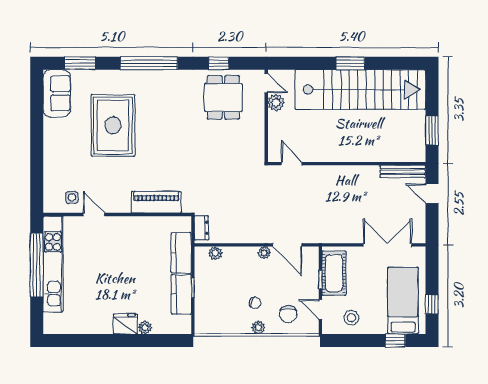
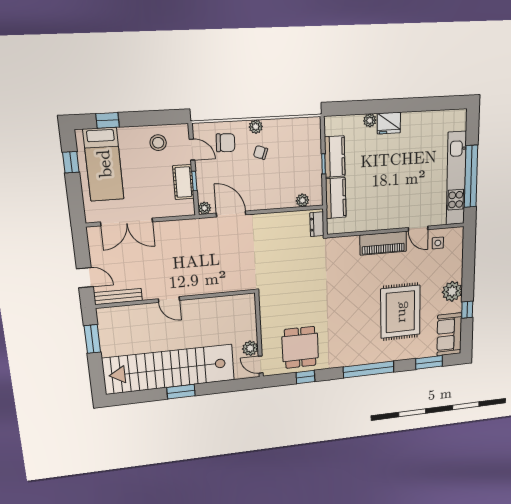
window: (37, 120) -> (467, 310), added
plant: (55, 142) -> (452, 291), added
door: (292, 164) -> (169, 300), moved
piano: (156, 202) -> (383, 243), moved
plant: (264, 253) -> (204, 208), moved
cot: (334, 273) -> (183, 182), width x0.73, depth x0.75
chair: (288, 314) -> (226, 143), turned 93

